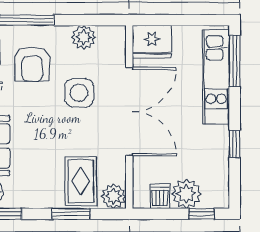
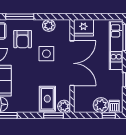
dishwasher: (160, 196) -> (114, 106), moved
window: (71, 214) -> (54, 115), moved

